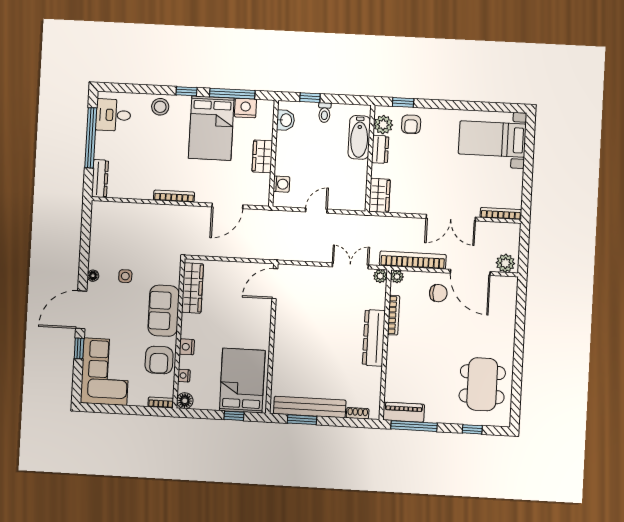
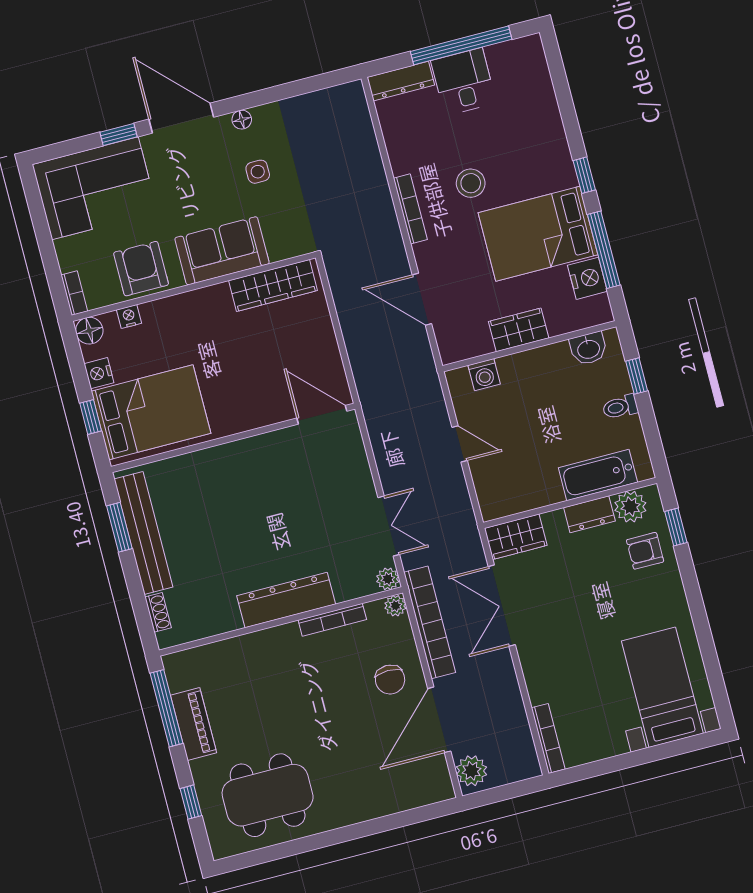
stool: (160, 107) -> (471, 183), moved
desk: (113, 115) -> (464, 82), moved
double door: (451, 218) -> (502, 606), moved
nightstand: (187, 347) -> (99, 373), moved, turned -90
armchair: (159, 360) -> (141, 269), turned 90
piano: (404, 412) -> (193, 724), moved

